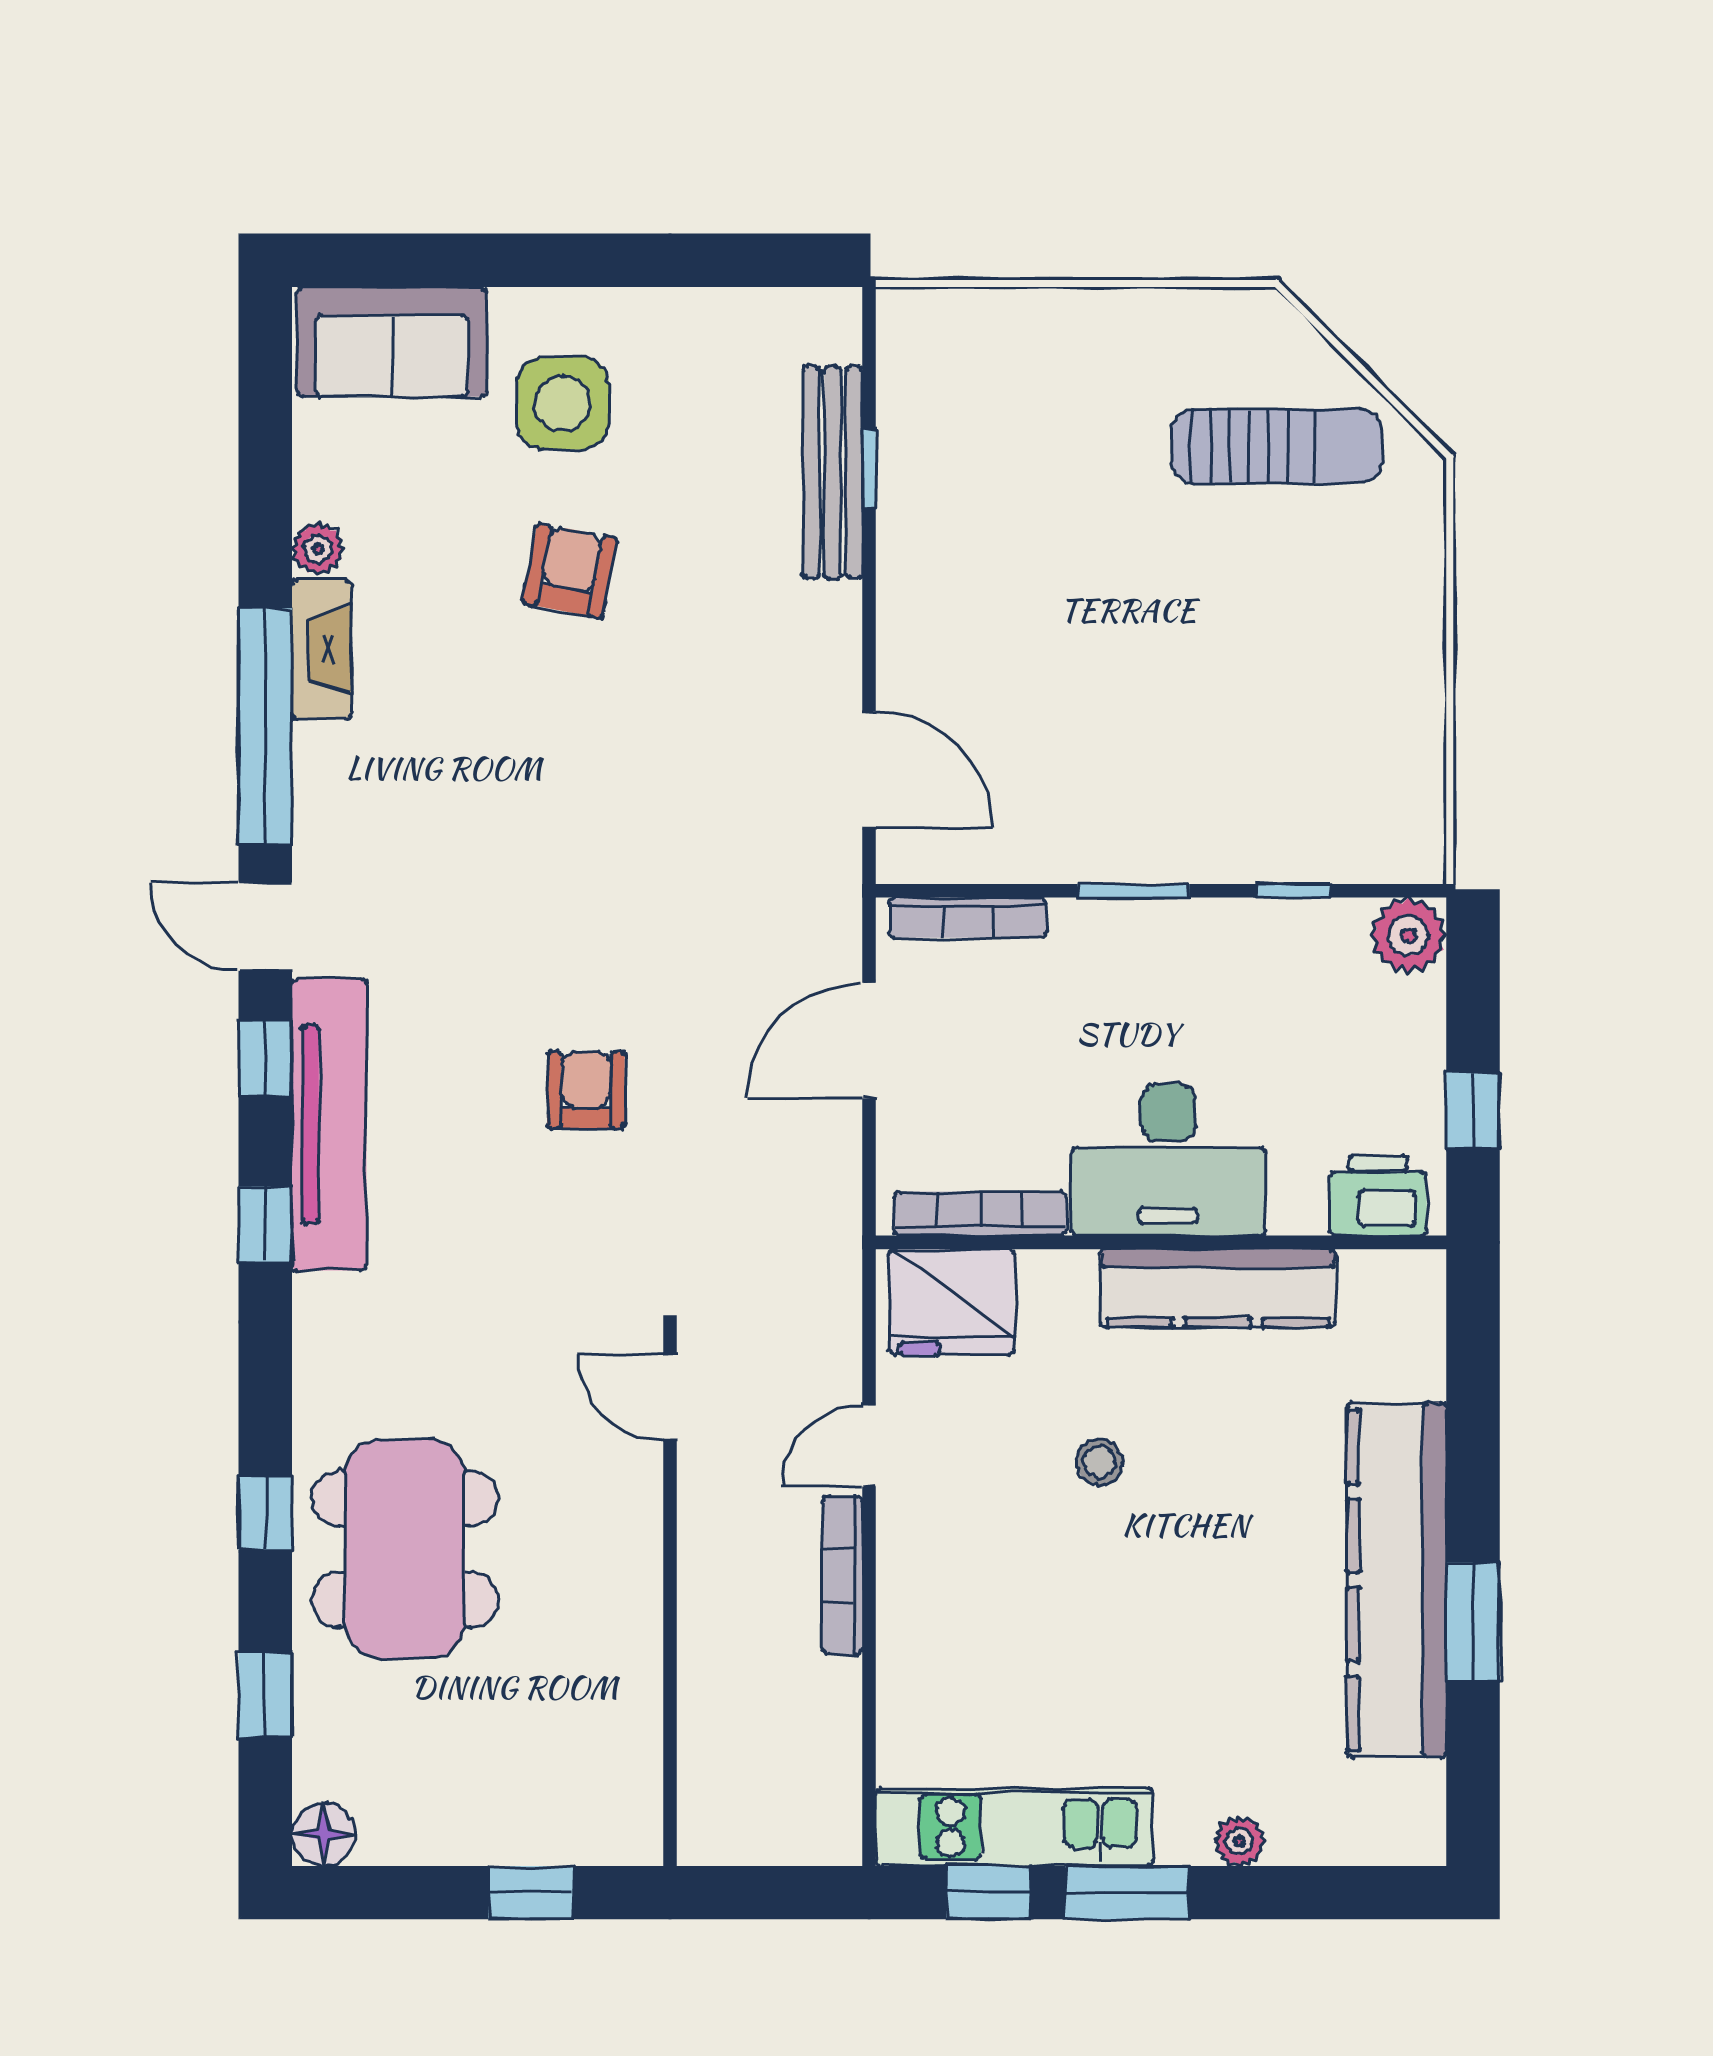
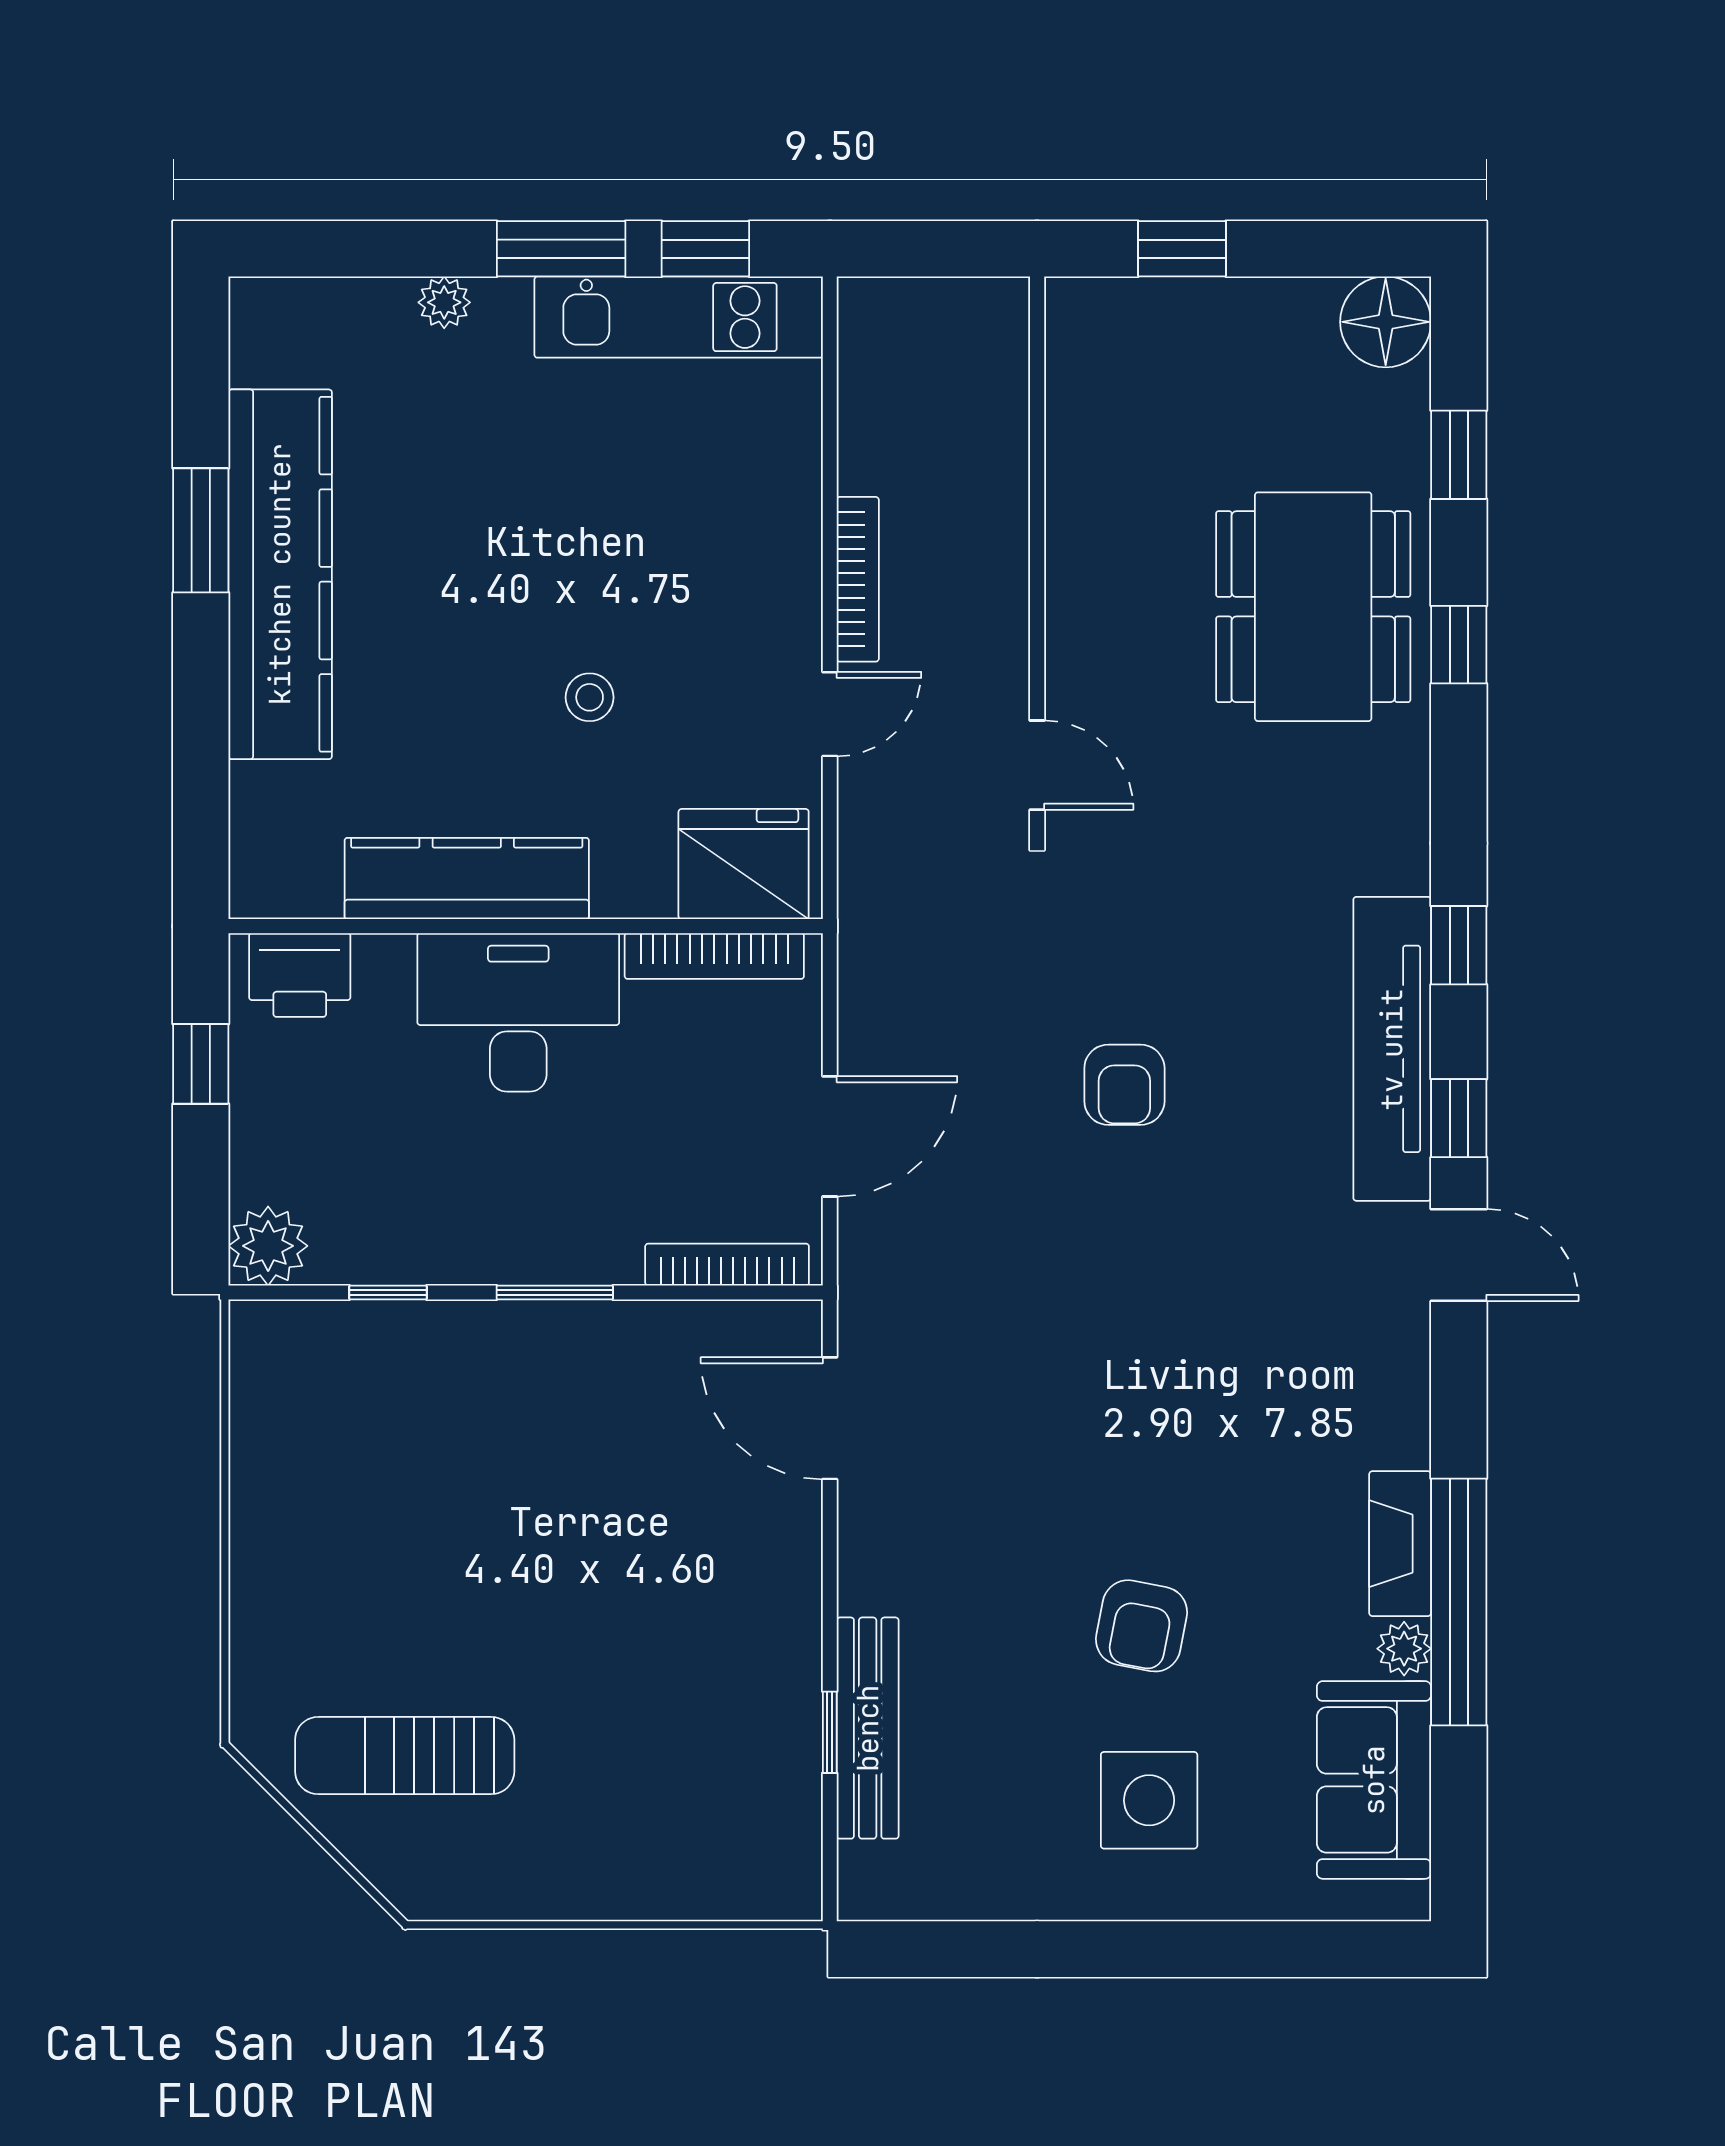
sofa: (392, 342) -> (1374, 1780), moved, turned -90
window: (265, 727) -> (1459, 1602), moved
floor lamp: (324, 1834) -> (1386, 322), width x1.38, depth x1.38

